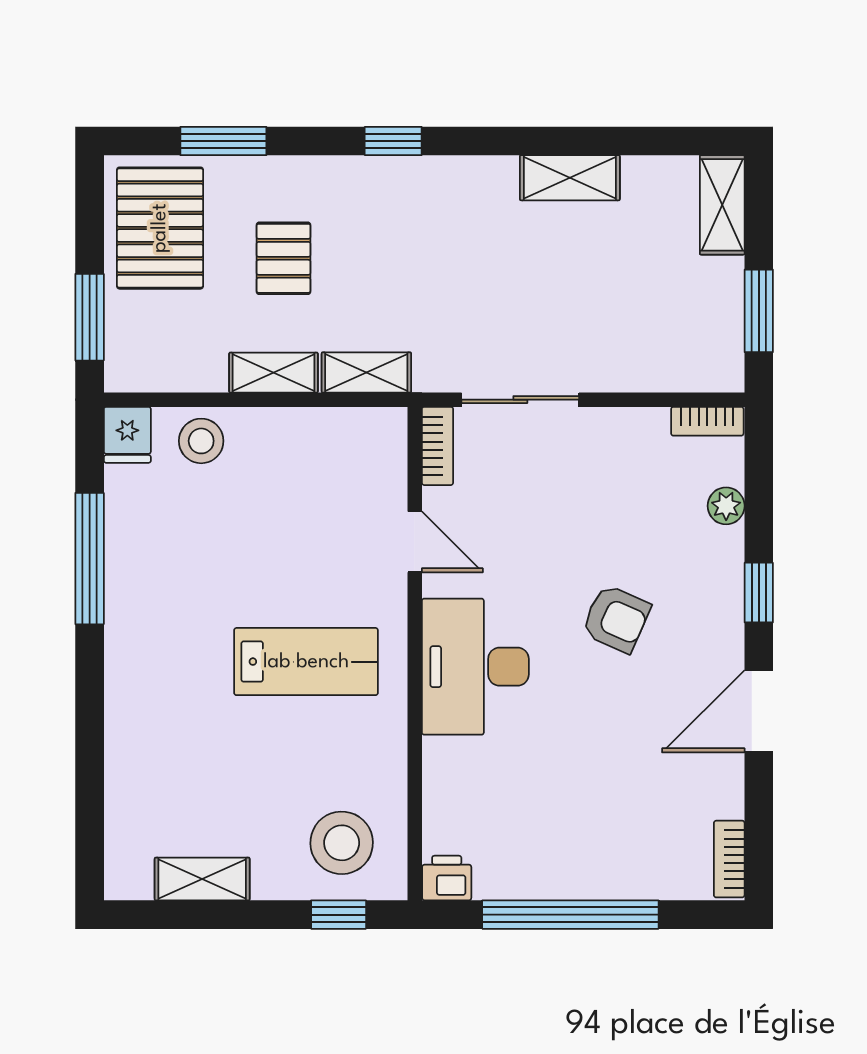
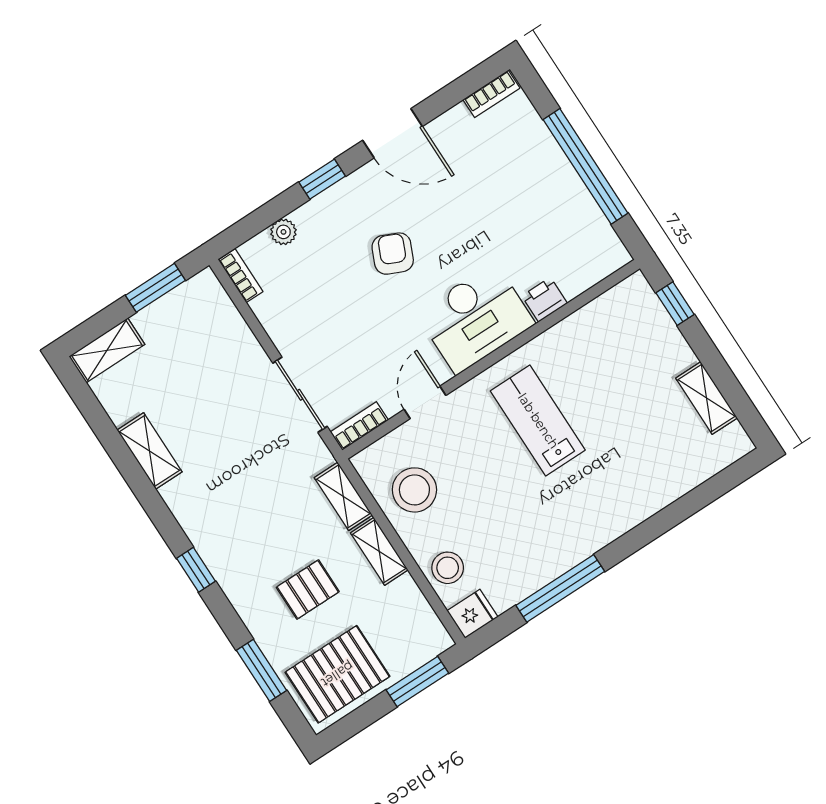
stool: (342, 843) -> (414, 490), moved
printer: (447, 878) -> (545, 300), moved, turned 90

